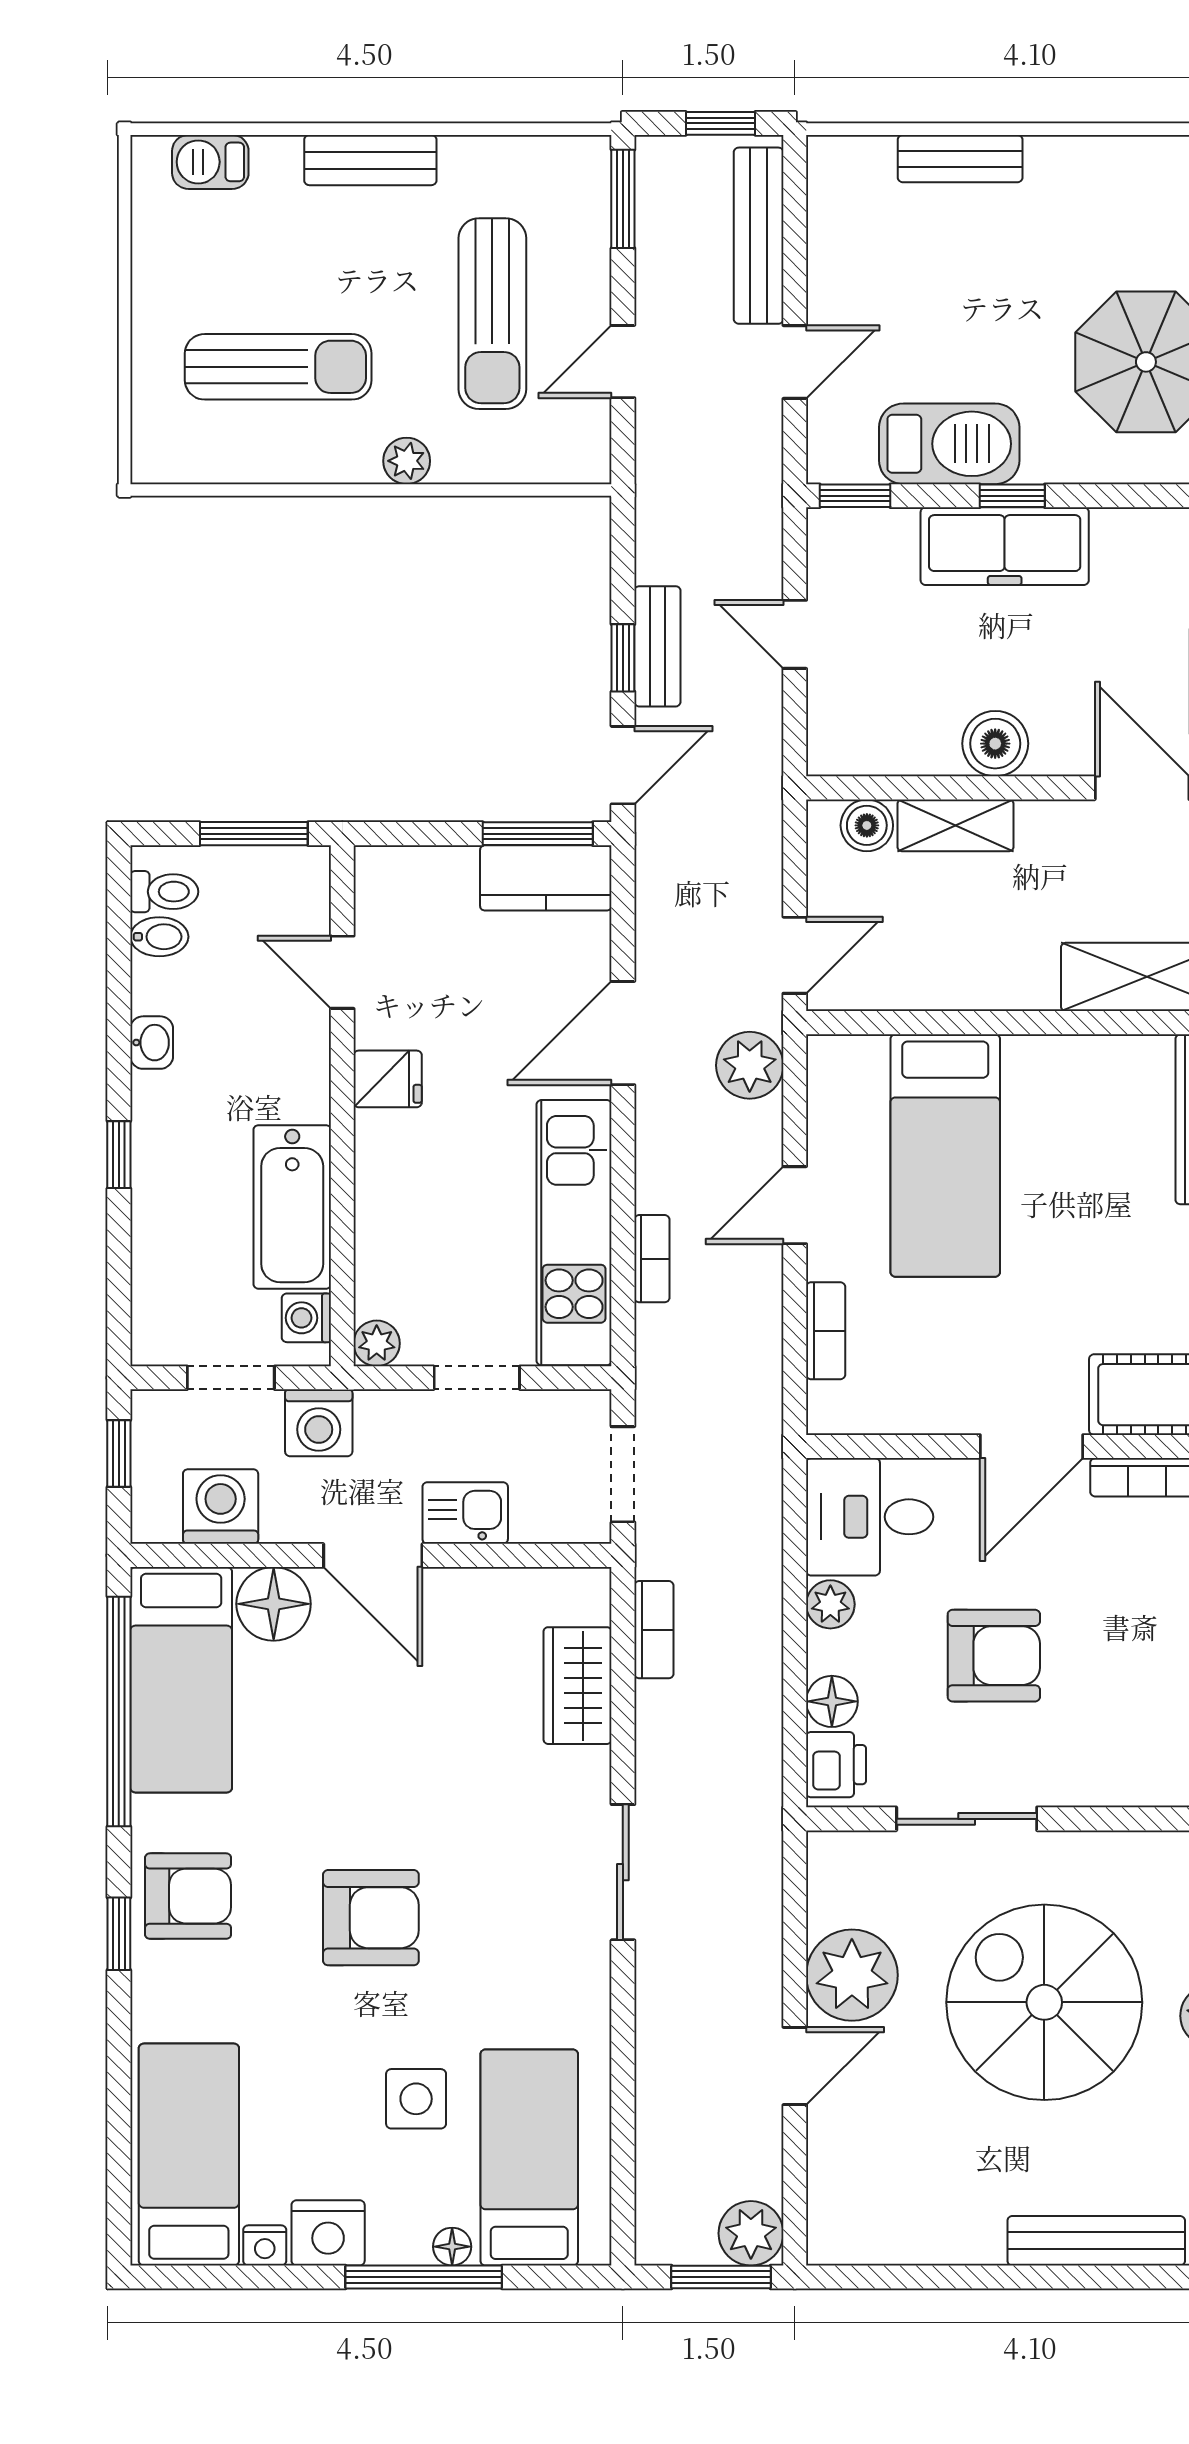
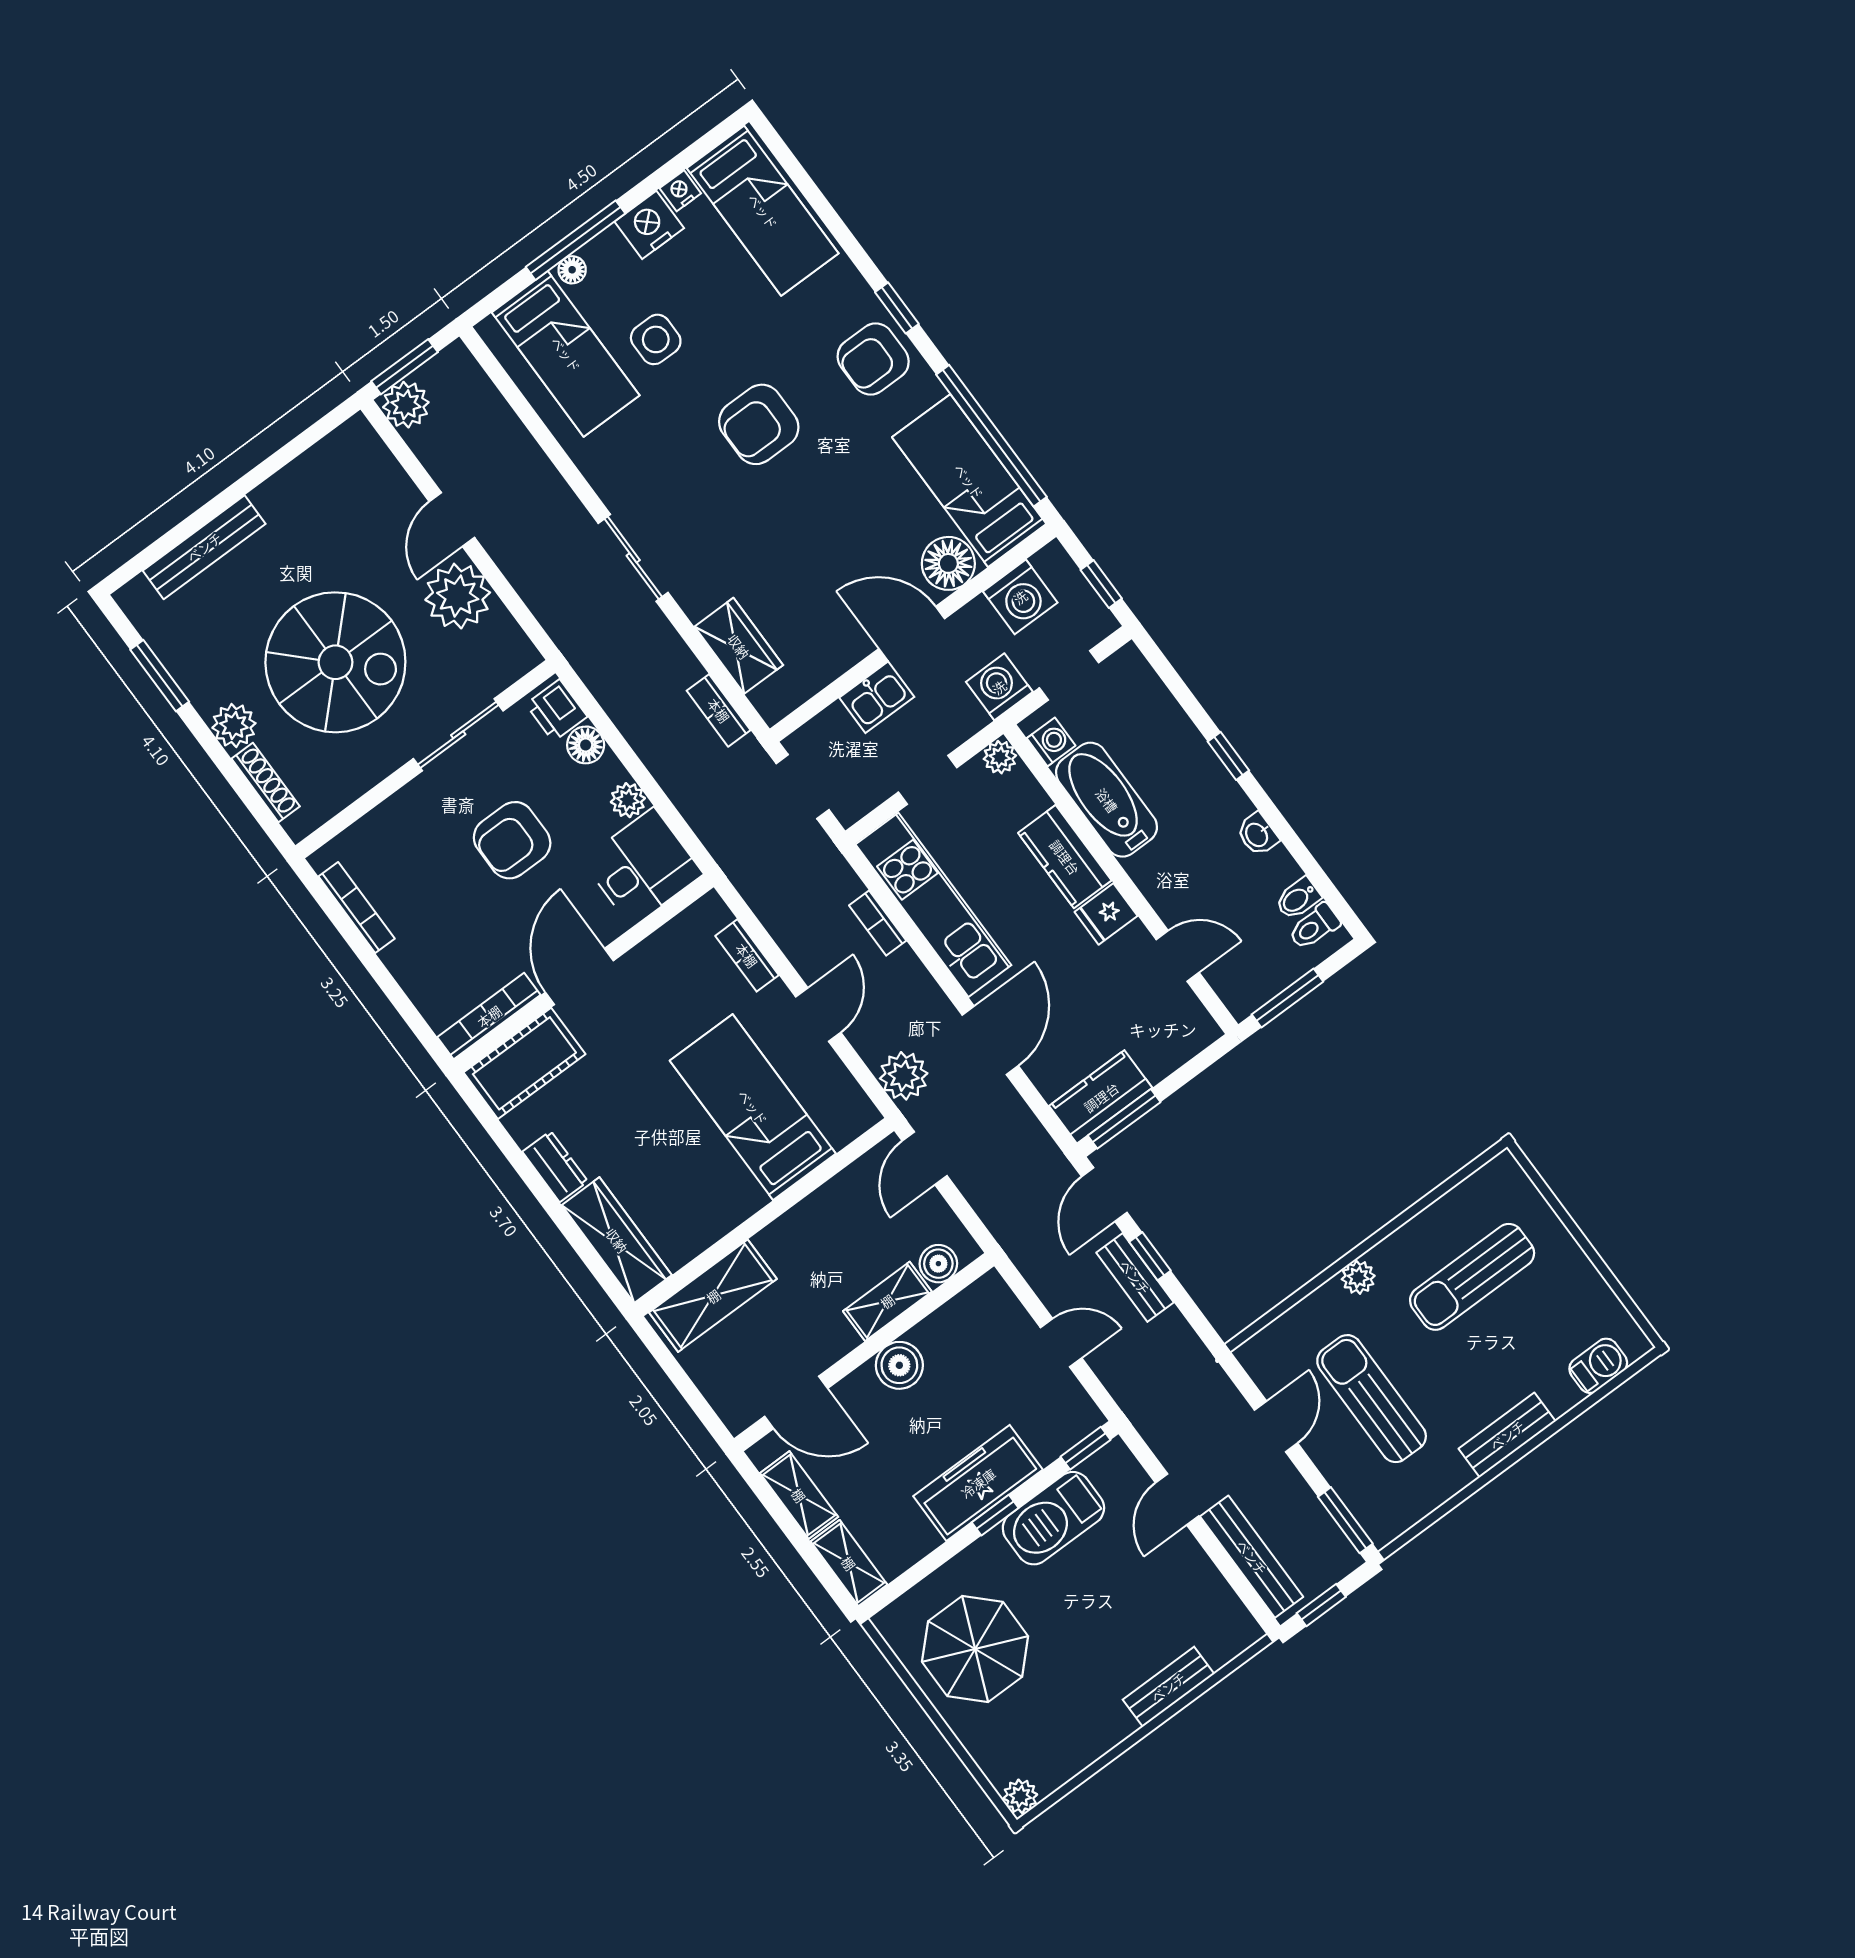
kitchen counter: (387, 1178) -> (1065, 857), added

